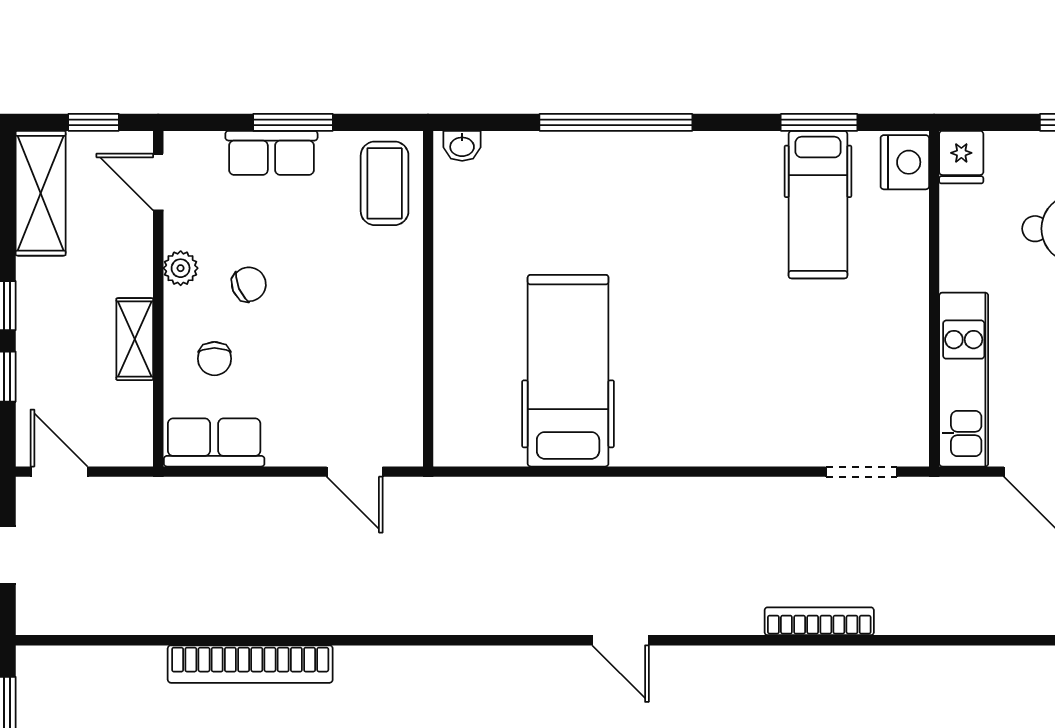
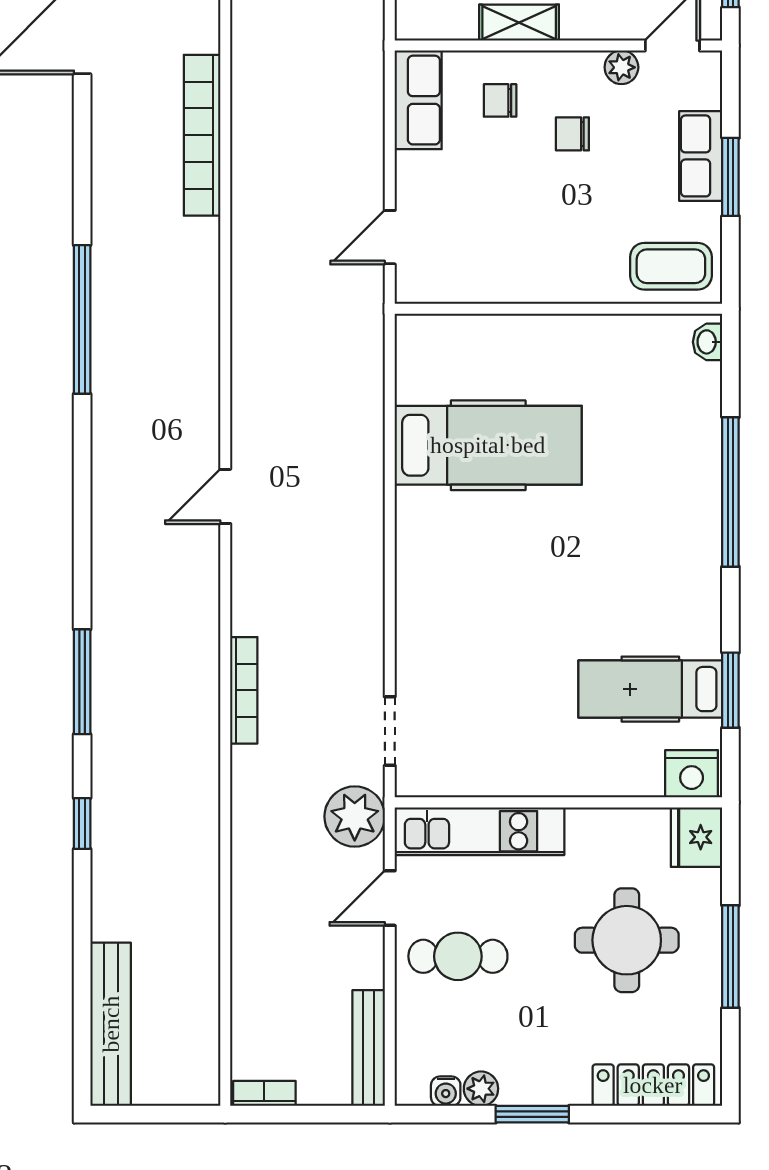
fridge: (961, 157) -> (697, 837), width x1.38
plant: (181, 268) -> (621, 67), moved
chair: (249, 284) -> (572, 134), turned 113
plant: (949, 508) -> (355, 816), added

